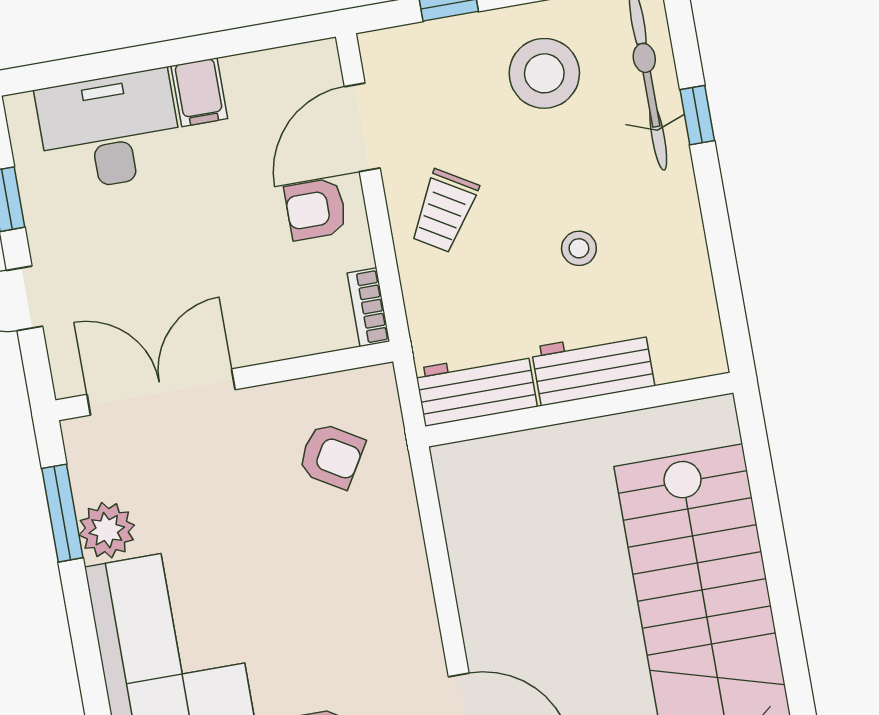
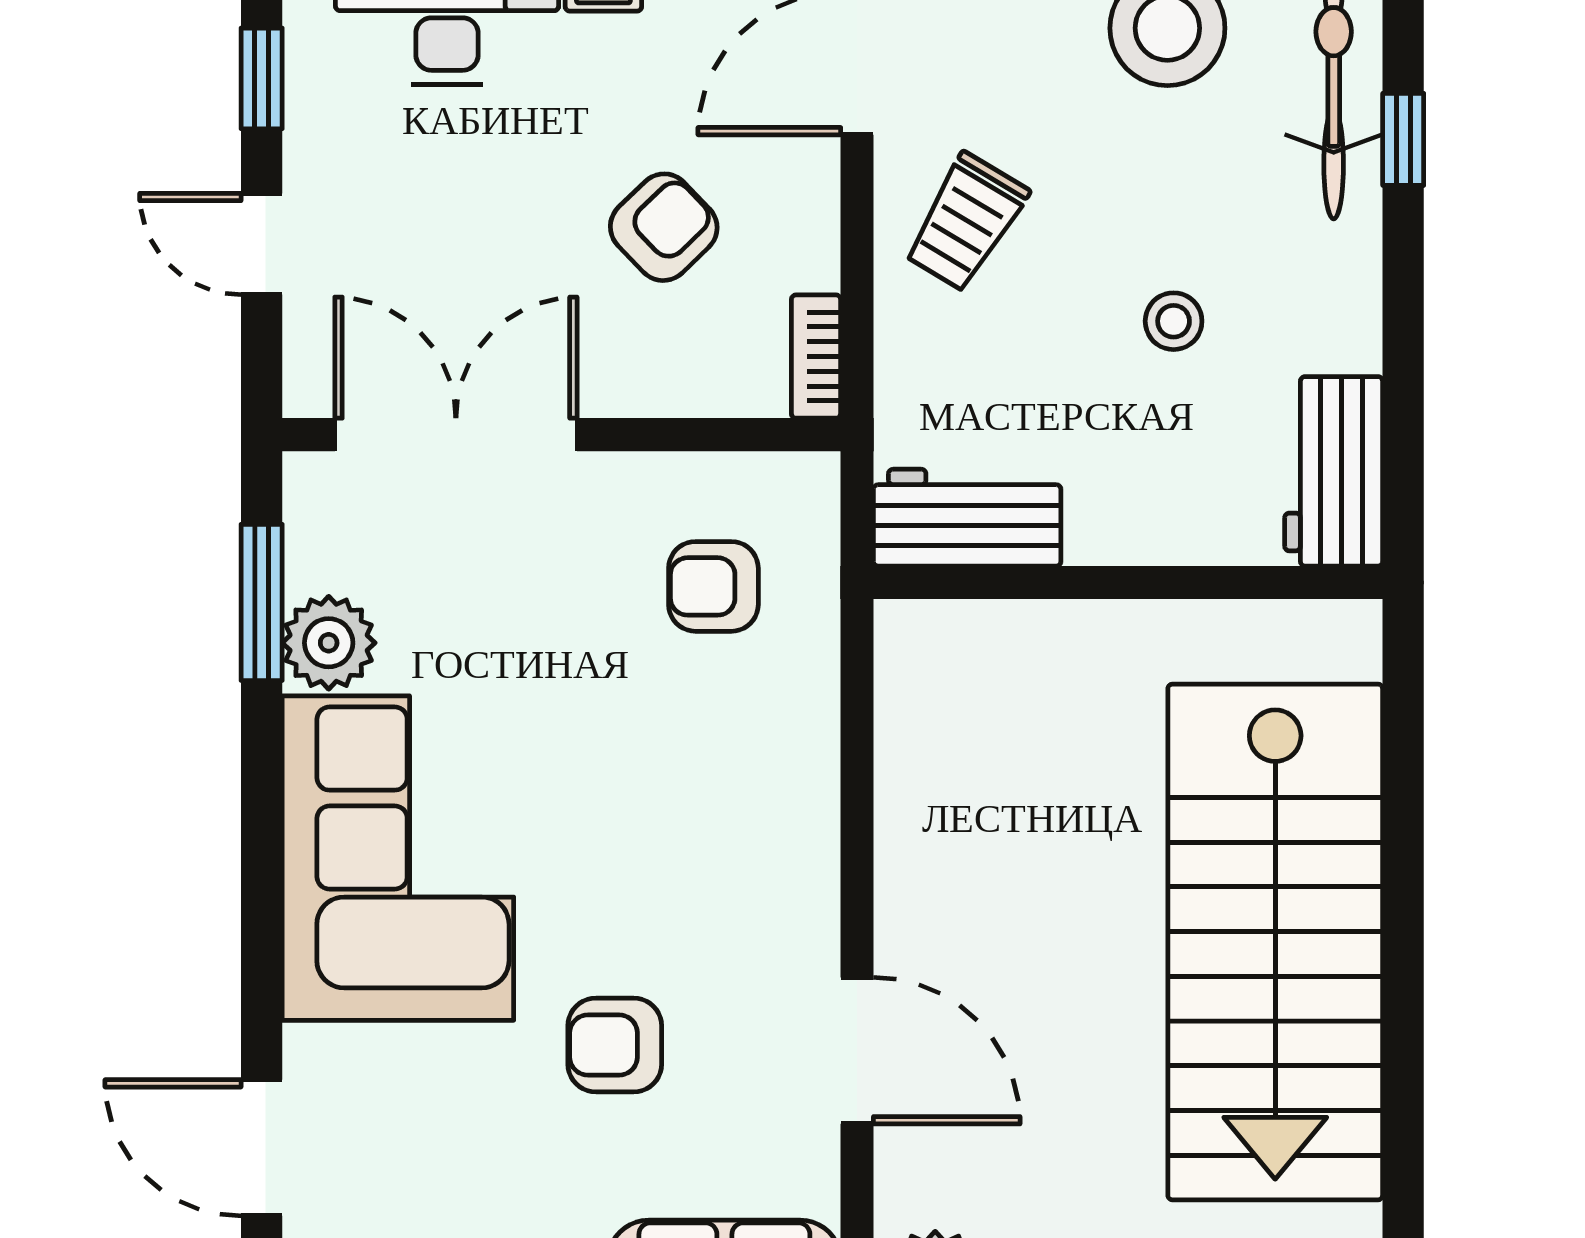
armchair: (316, 209) -> (664, 227), moved, turned 136
workbench: (593, 367) -> (1334, 471), moved, turned -90
armchair: (331, 456) -> (713, 586), turned 149

